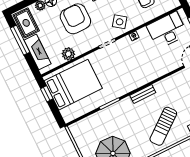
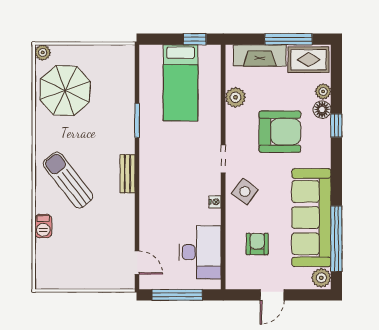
bed: (73, 85) -> (180, 83), width x0.67

